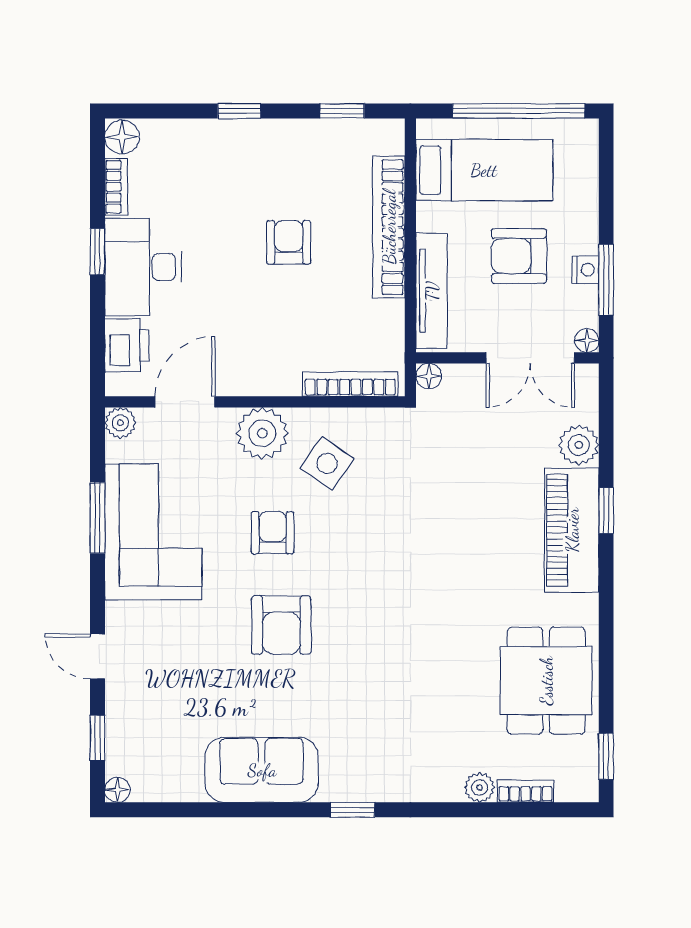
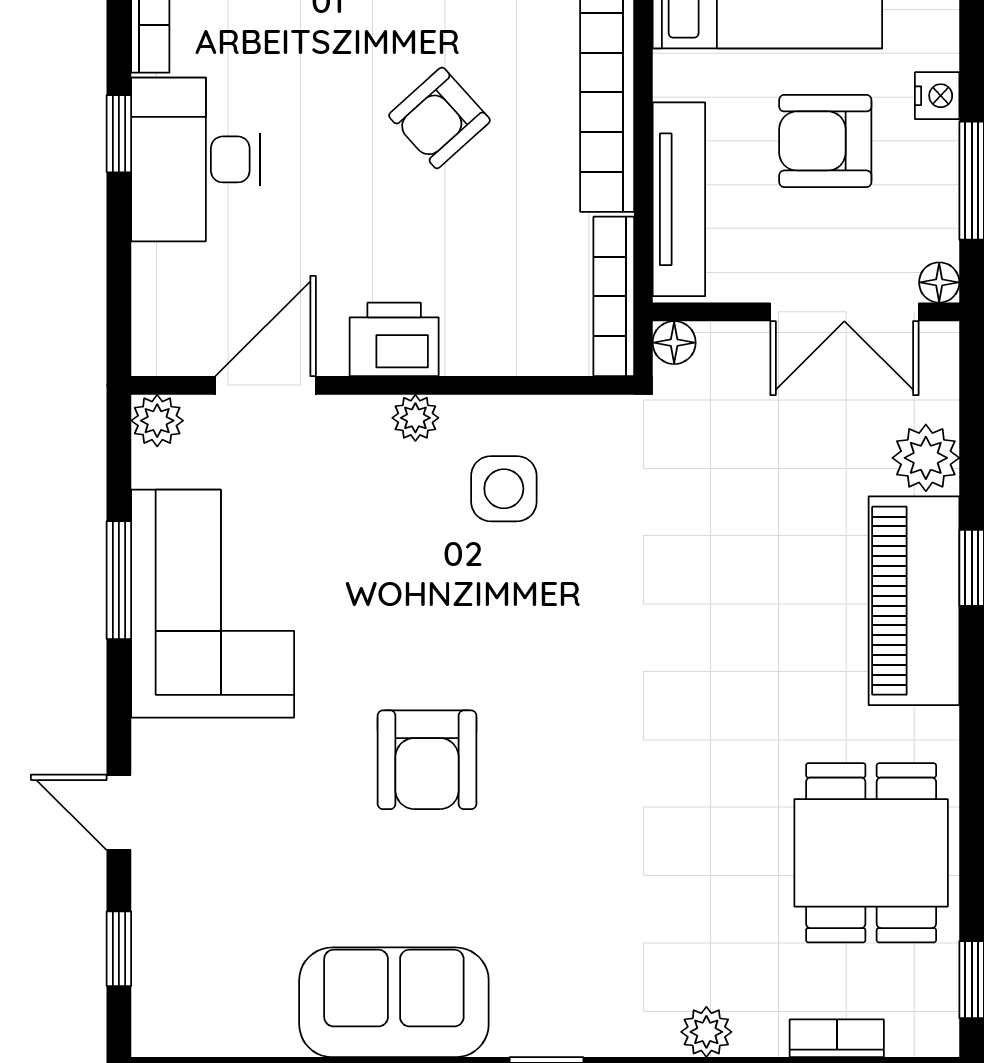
armchair: (289, 242) -> (439, 118), turned -132
nightstand: (586, 270) -> (937, 96), moved
printer: (127, 345) -> (394, 339), moved, turned -90
bookcase: (350, 384) -> (614, 296), moved, turned -90
plant: (262, 433) -> (415, 418), width x0.53, depth x0.53
side table: (327, 463) -> (504, 489), turned -35
armchair: (273, 533) -> (412, 605), removed
plant: (480, 787) -> (706, 1032), moved
floor lamp: (117, 790) -> (152, 1036), removed

